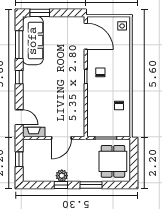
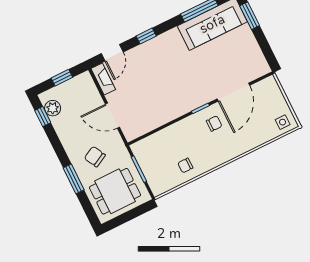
door: (86, 36) -> (233, 92), moved
window: (19, 77) -> (146, 36), moved
chair: (83, 163) -> (95, 157), added
plant: (62, 176) -> (53, 108), moved
window: (61, 185) -> (43, 117), moved

